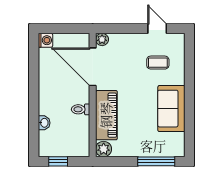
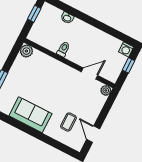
window: (62, 29) -> (128, 65), added
door: (157, 29) -> (93, 134), swing flipped
door: (93, 67) -> (90, 74), width x0.53
piano: (106, 115) -> (50, 66), removed

